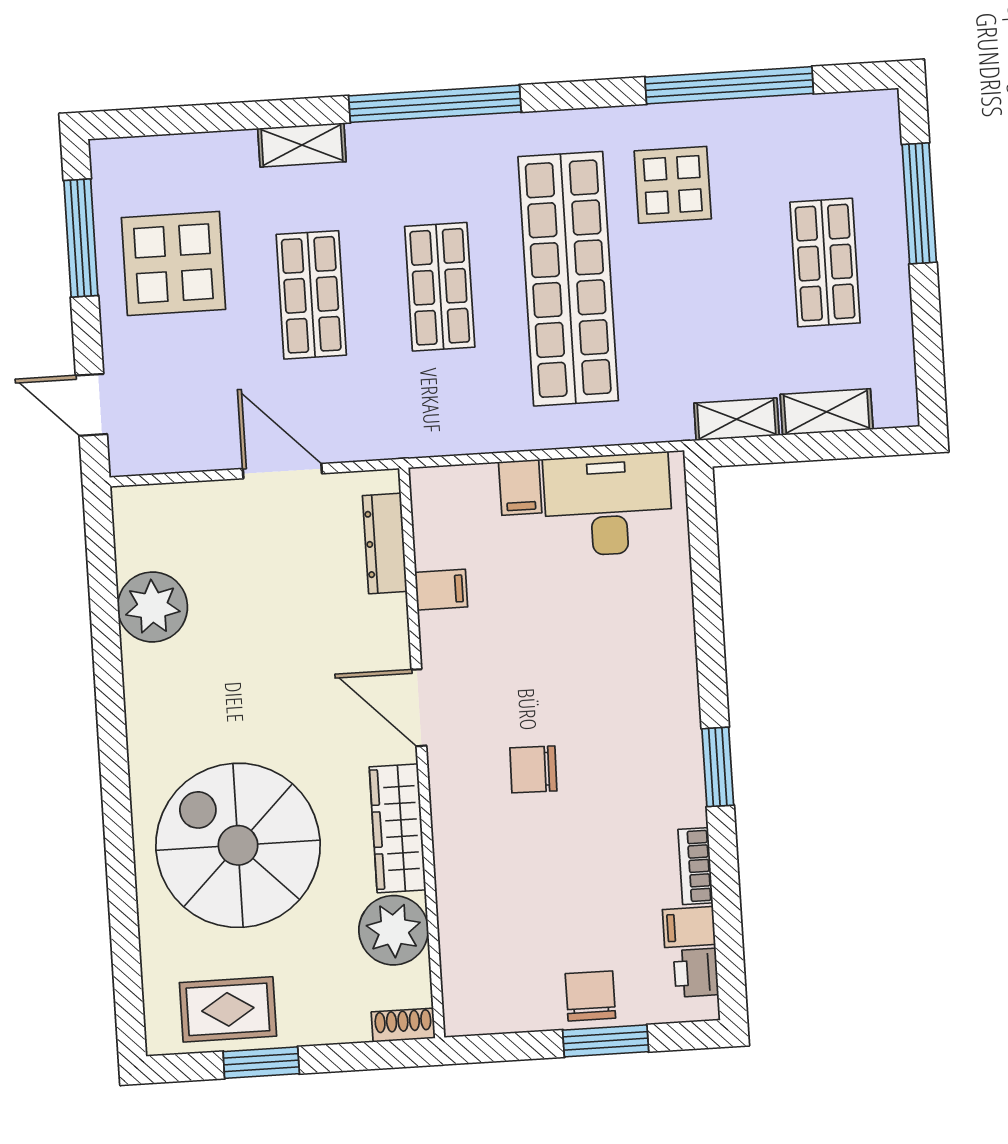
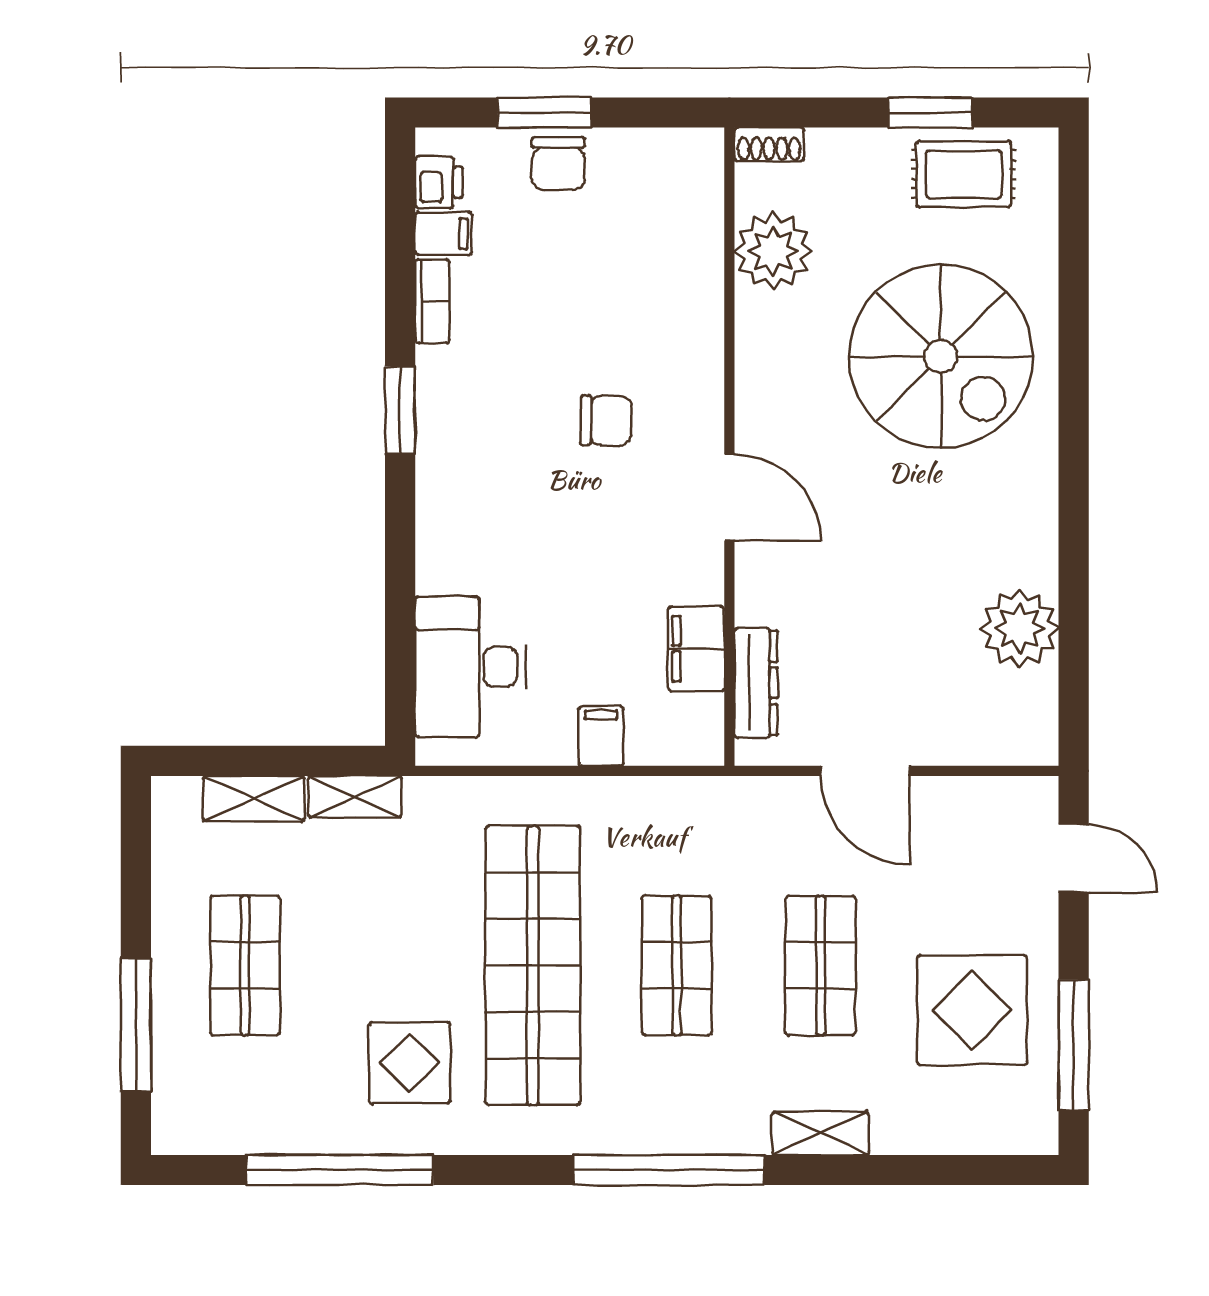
desk: (608, 505) -> (470, 667), moved, turned 90
filing cabinet: (441, 590) -> (696, 649), width x2.00
wardrobe: (398, 828) -> (762, 364), removed

